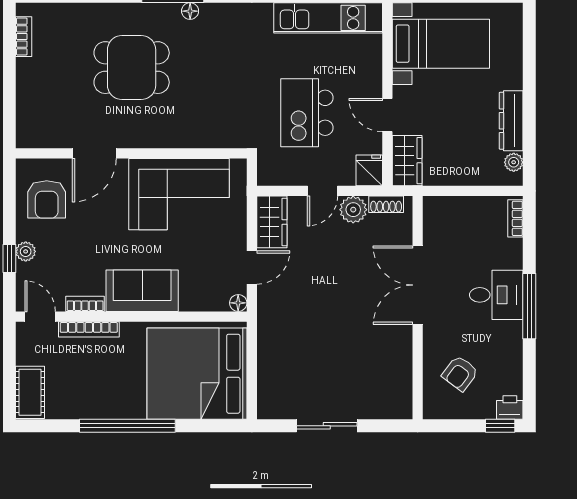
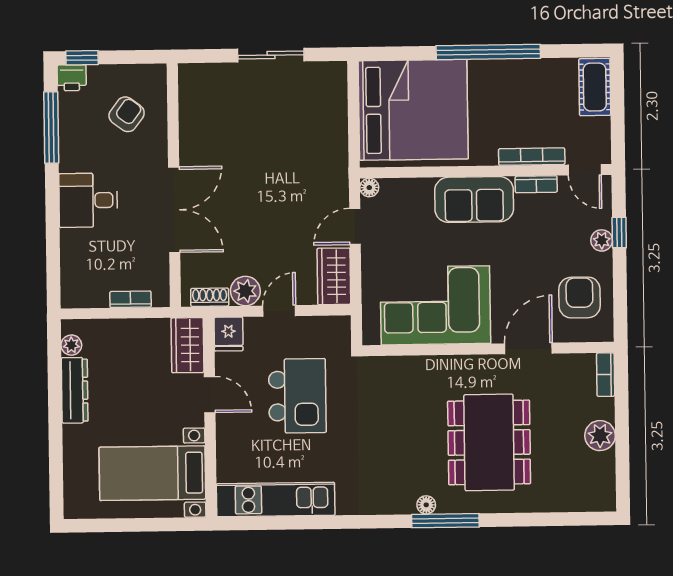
bookcase: (24, 37) -> (606, 375), moved
dining table: (132, 68) -> (489, 442), width x1.38
plant: (30, 72) -> (600, 436), added
bookcase: (515, 218) -> (131, 299), moved, turned -90
window: (529, 306) -> (51, 127), moved

